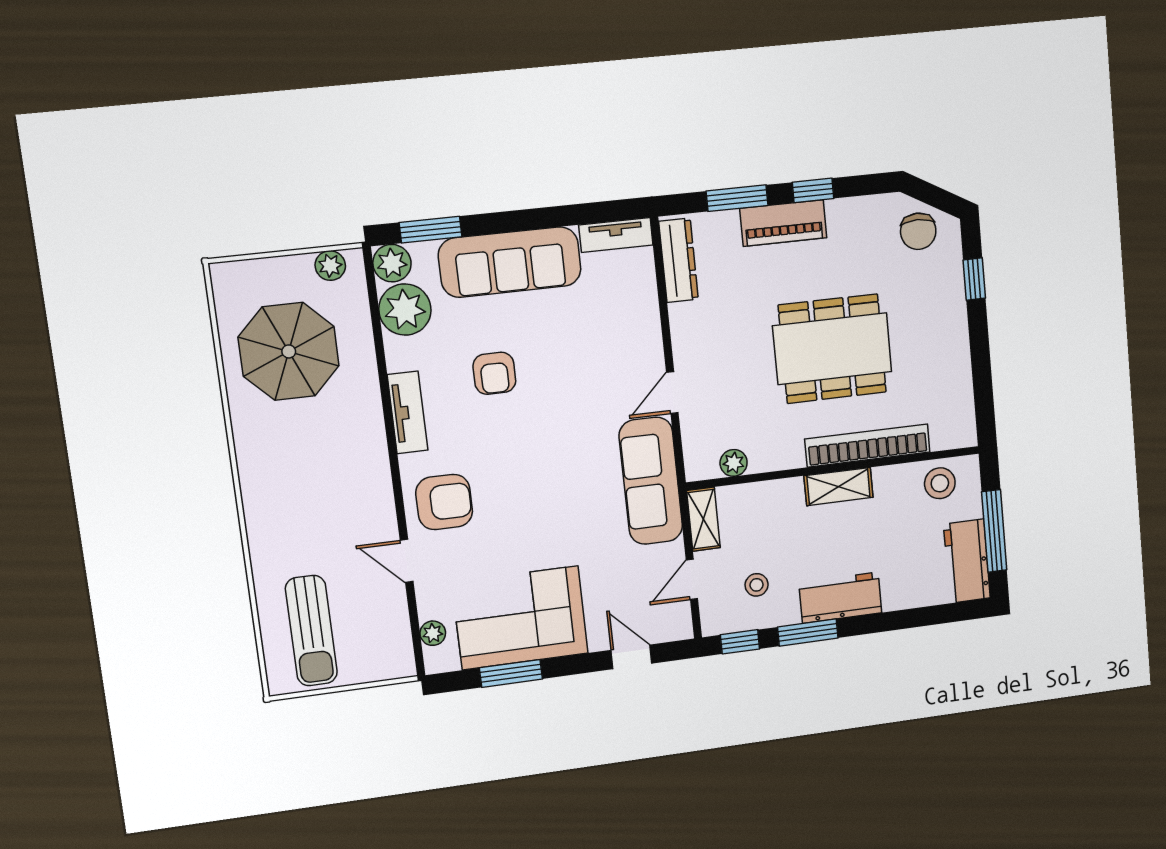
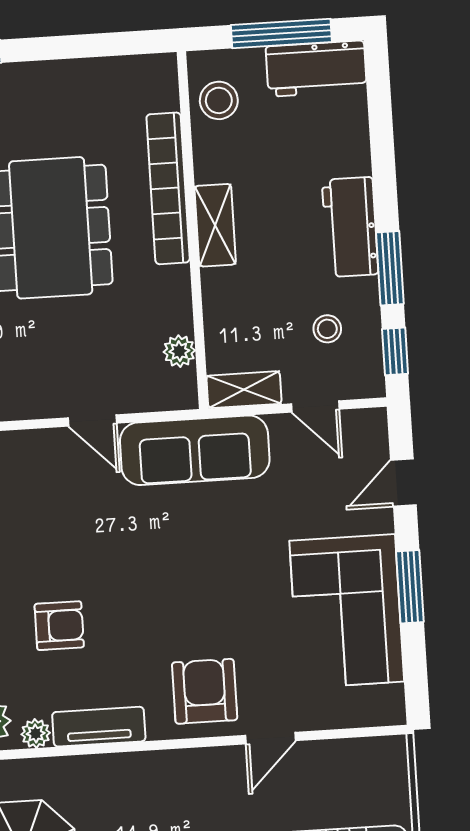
plant: (433, 633) -> (36, 734), moved
window: (511, 673) -> (410, 587), moved

